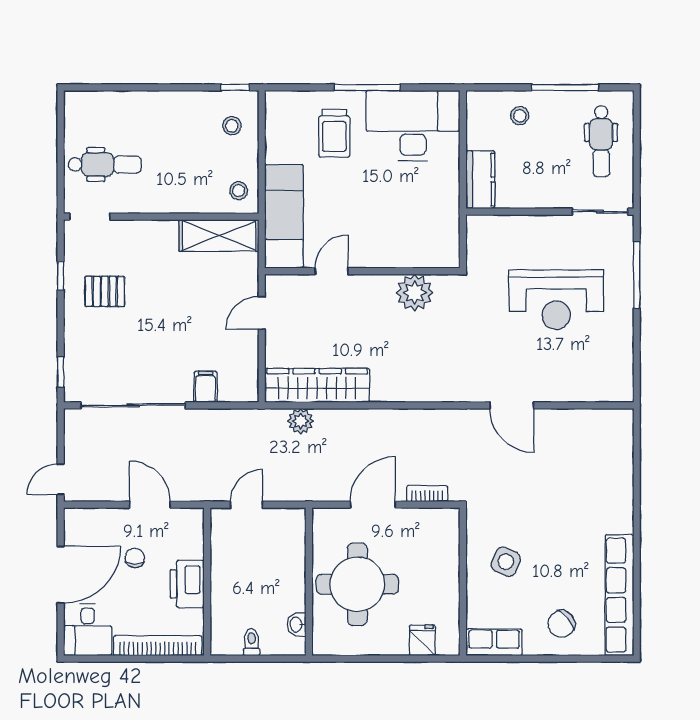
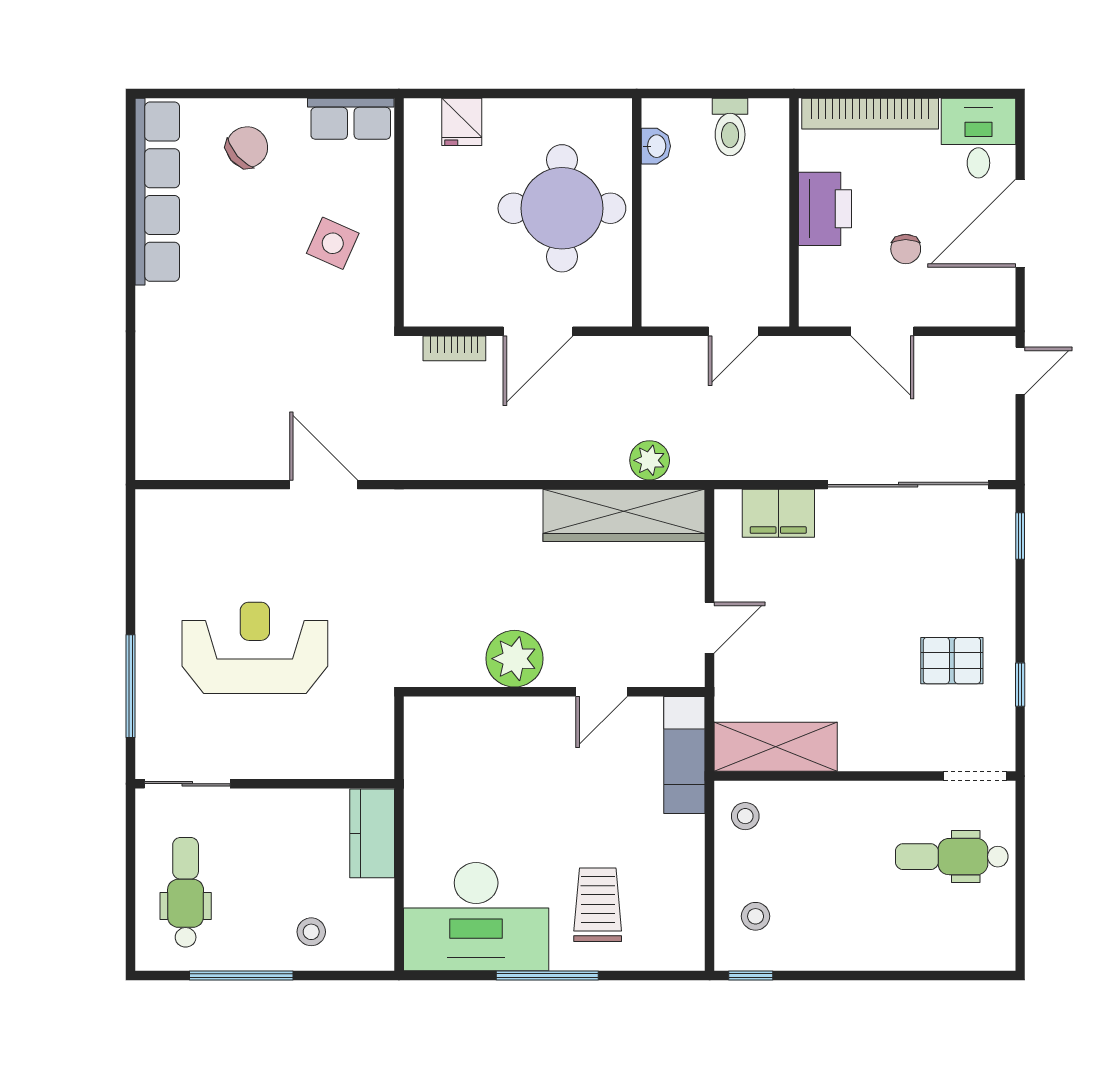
exam couch: (284, 216) -> (684, 755), width x0.73, depth x0.69
plant: (415, 293) -> (514, 659), moved
filing cabinet: (206, 387) -> (778, 513), width x2.00
toilet: (252, 642) -> (730, 127), width x1.37, depth x1.39

